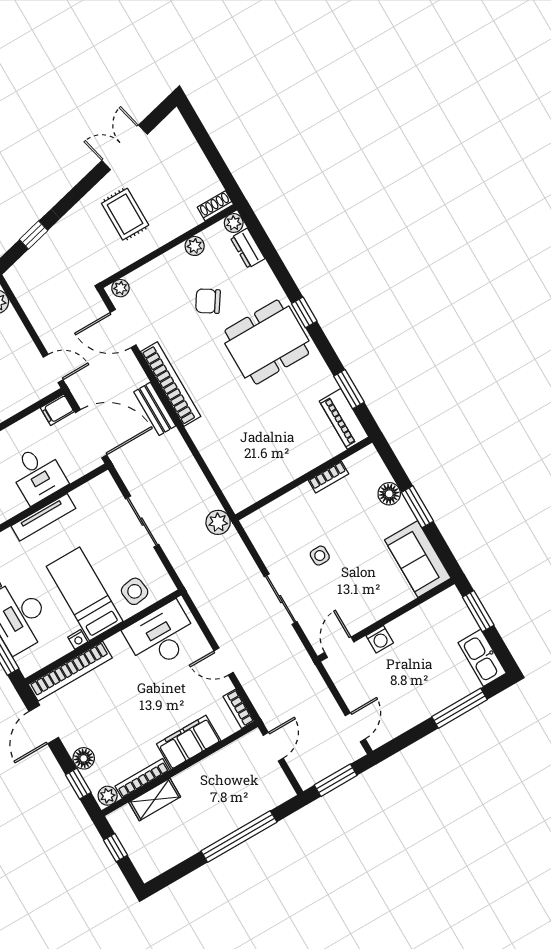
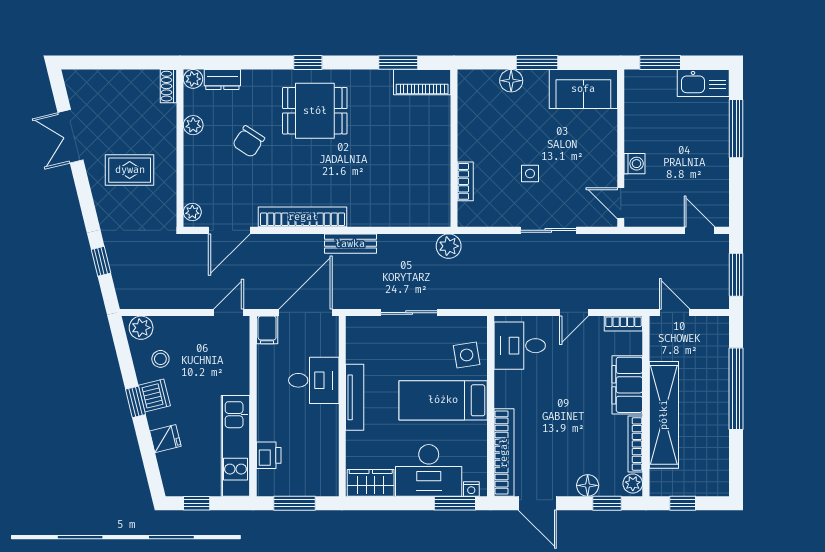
dining table: (267, 342) -> (315, 111), width x0.73
bench: (155, 409) -> (350, 244), moved
bookcase: (328, 477) -> (465, 181), moved
desk: (161, 636) -> (520, 346), width x0.73
nightstand: (78, 639) -> (471, 489), moved, turned 90
shelving: (155, 799) -> (664, 415), width x2.20, depth x1.33

